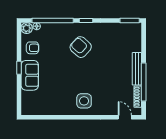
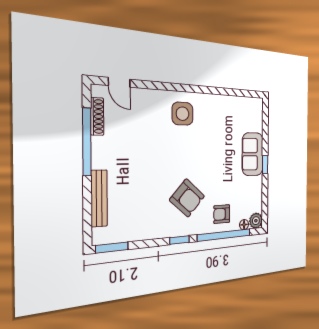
armchair: (32, 48) -> (222, 214), moved
bench: (137, 69) -> (99, 198), moved

